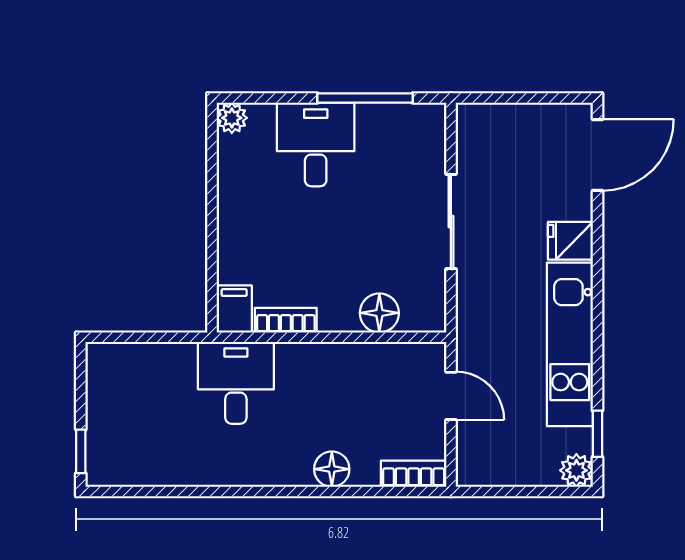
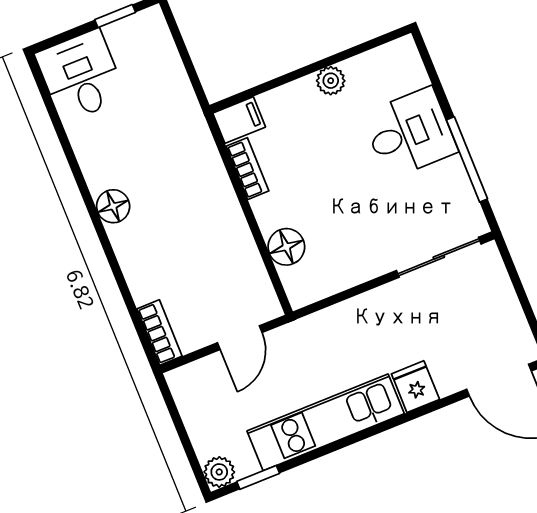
plant: (232, 118) -> (331, 81), moved
sliding door: (451, 222) -> (439, 257), moved
desk: (236, 383) -> (81, 76), moved, turned -90
window: (81, 451) -> (115, 16), moved
floor lamp: (332, 469) -> (113, 206), moved

